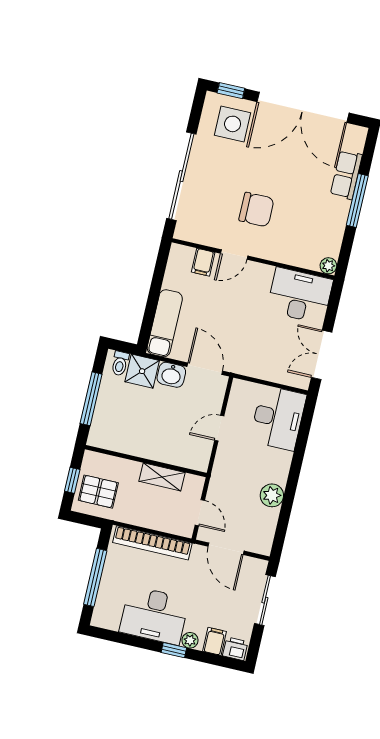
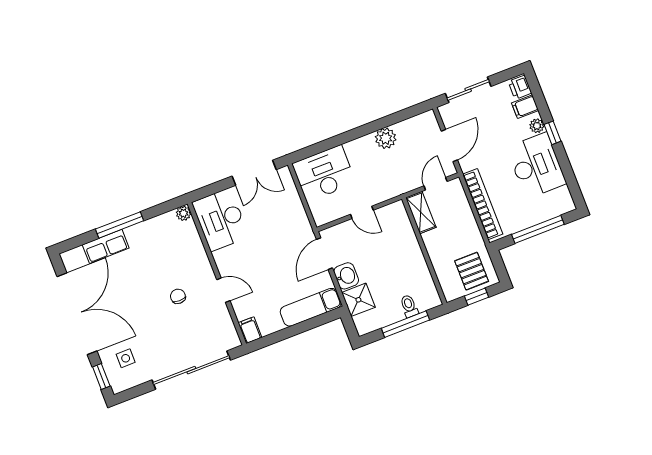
side table: (233, 124) -> (126, 358), width x0.54, depth x0.54
chair: (256, 210) -> (178, 296), width x0.54, depth x0.54
filing cabinet: (203, 262) -> (250, 330), moved, turned -90
toilet: (120, 363) -> (409, 306), moved, turned -90
shelving: (162, 477) -> (421, 212), moved

